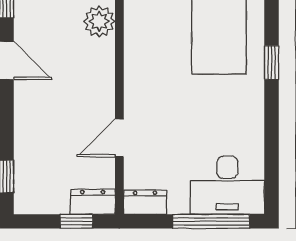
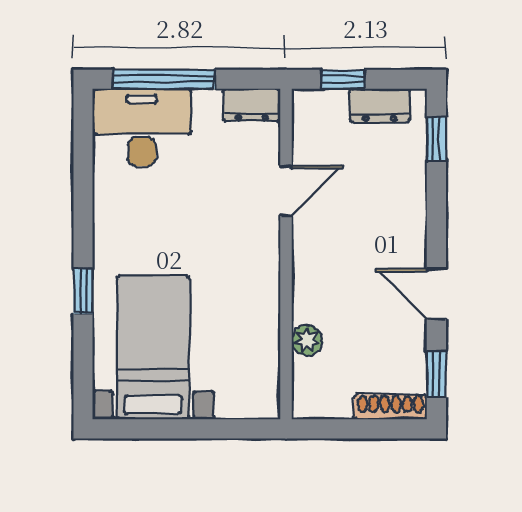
plant: (99, 21) -> (307, 340), width x0.73, depth x0.73
dresser: (93, 202) -> (380, 106), moved

